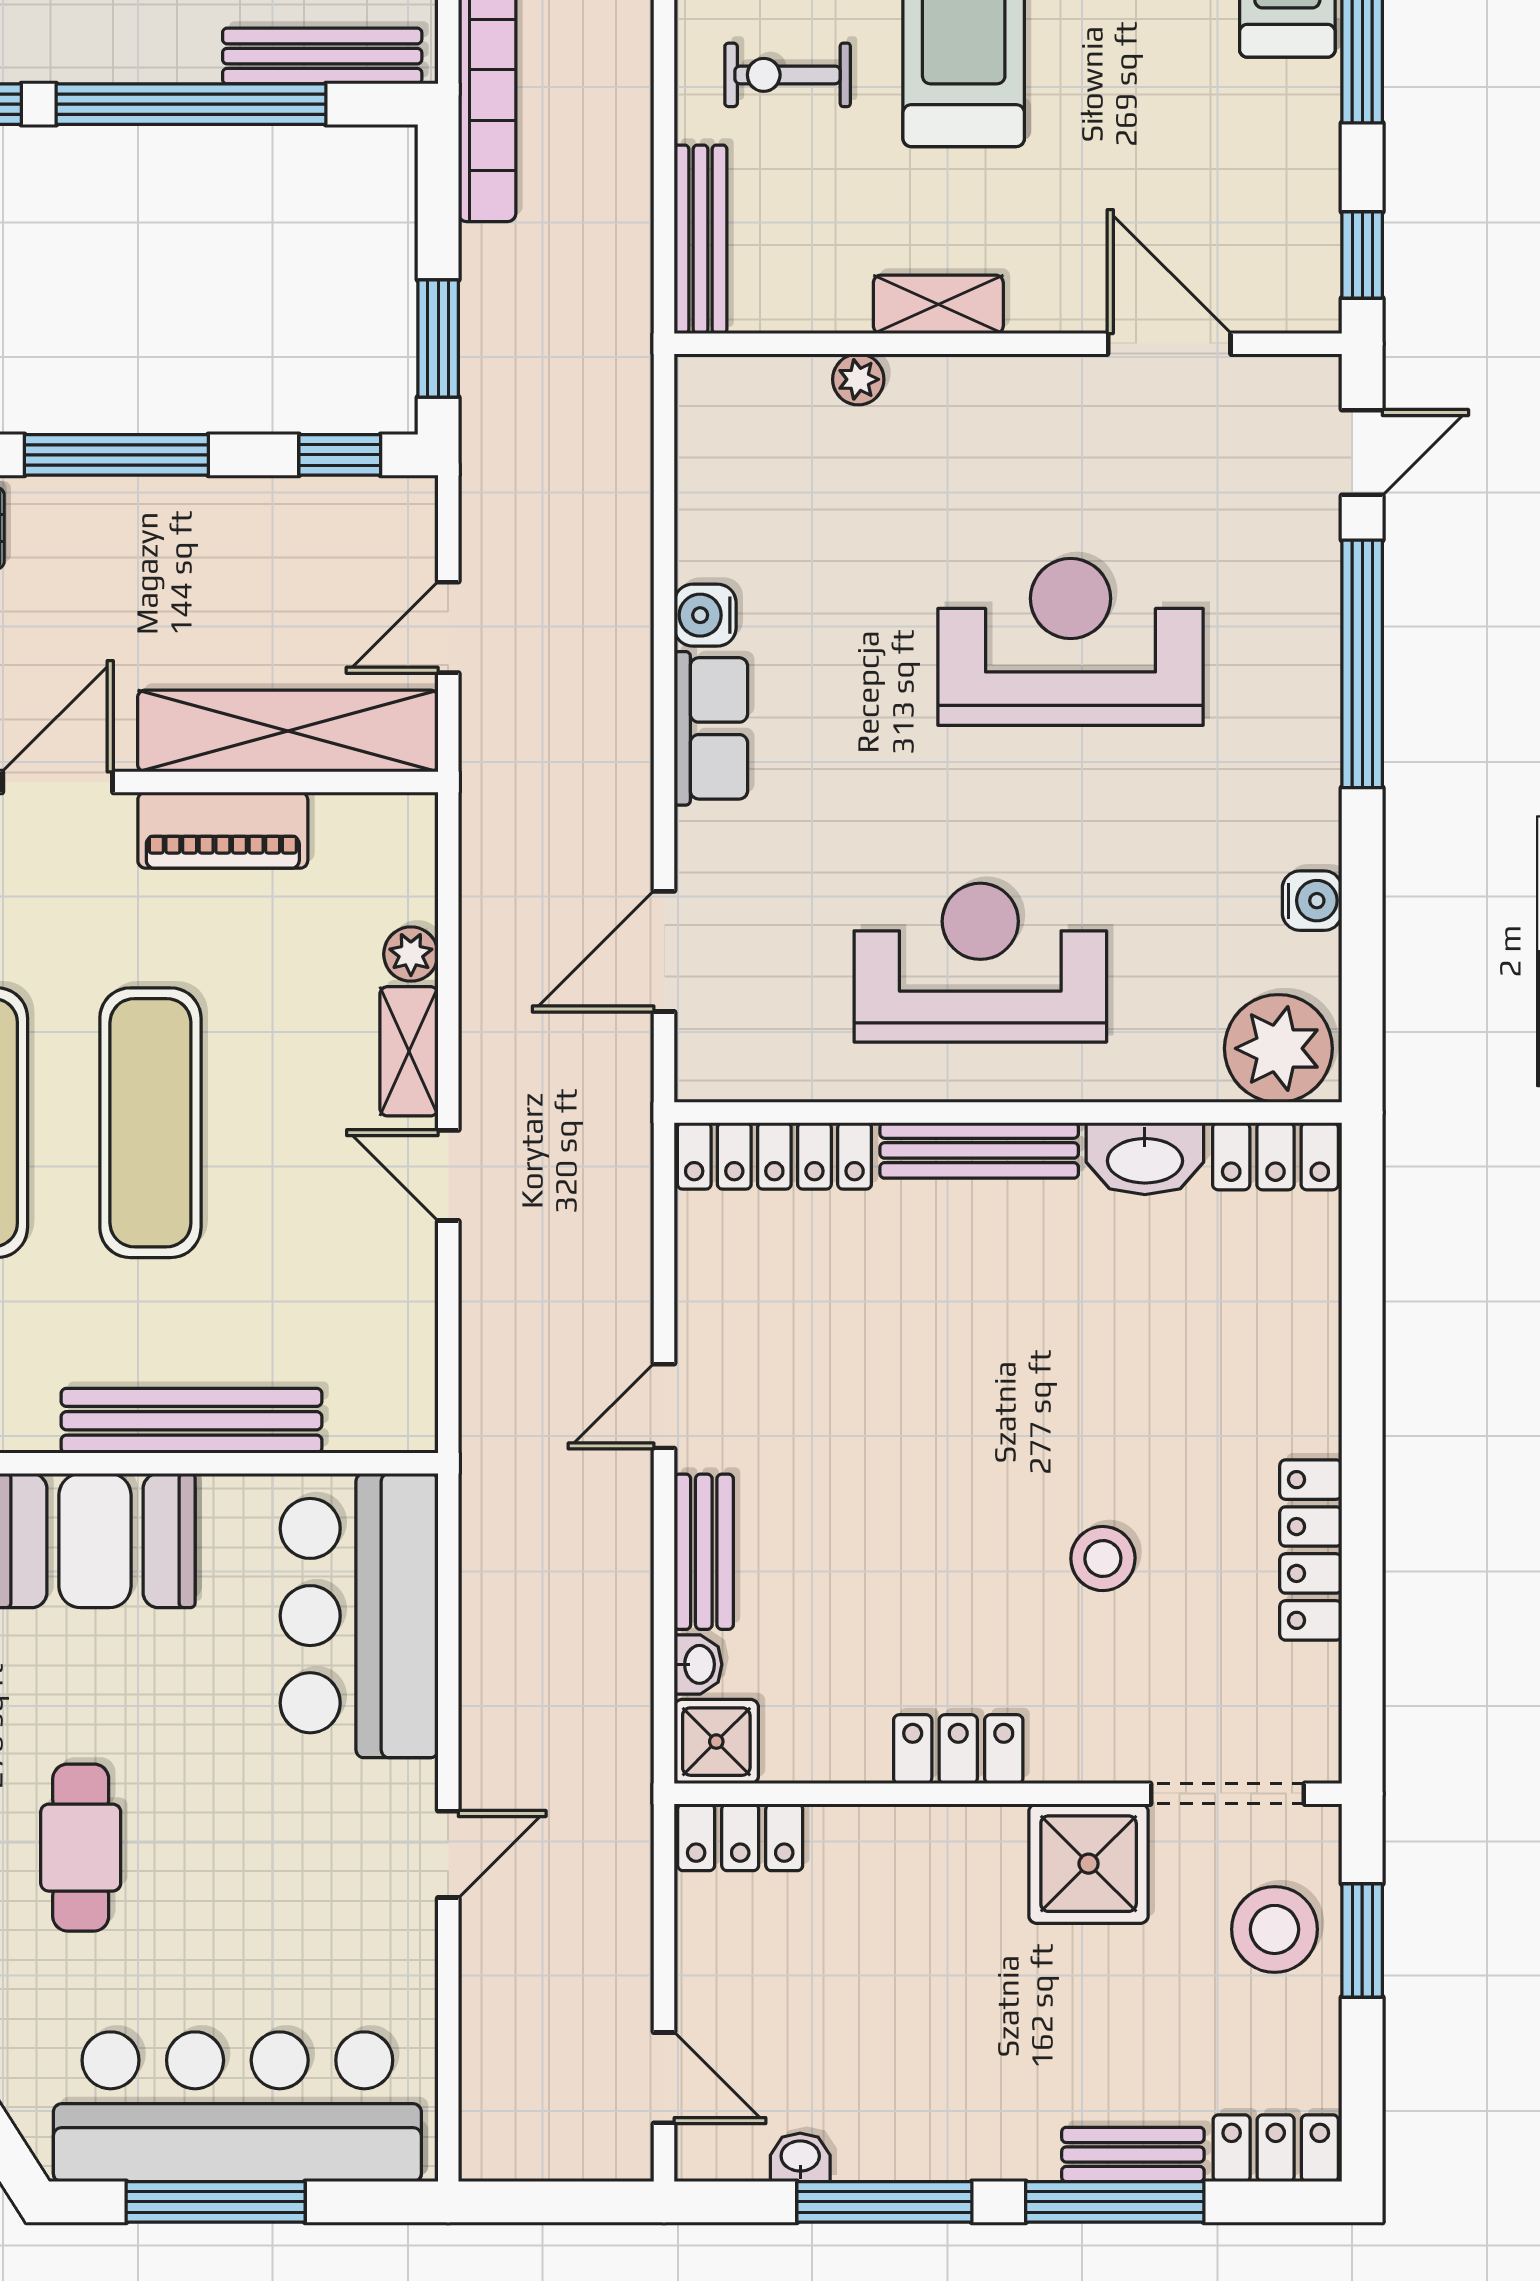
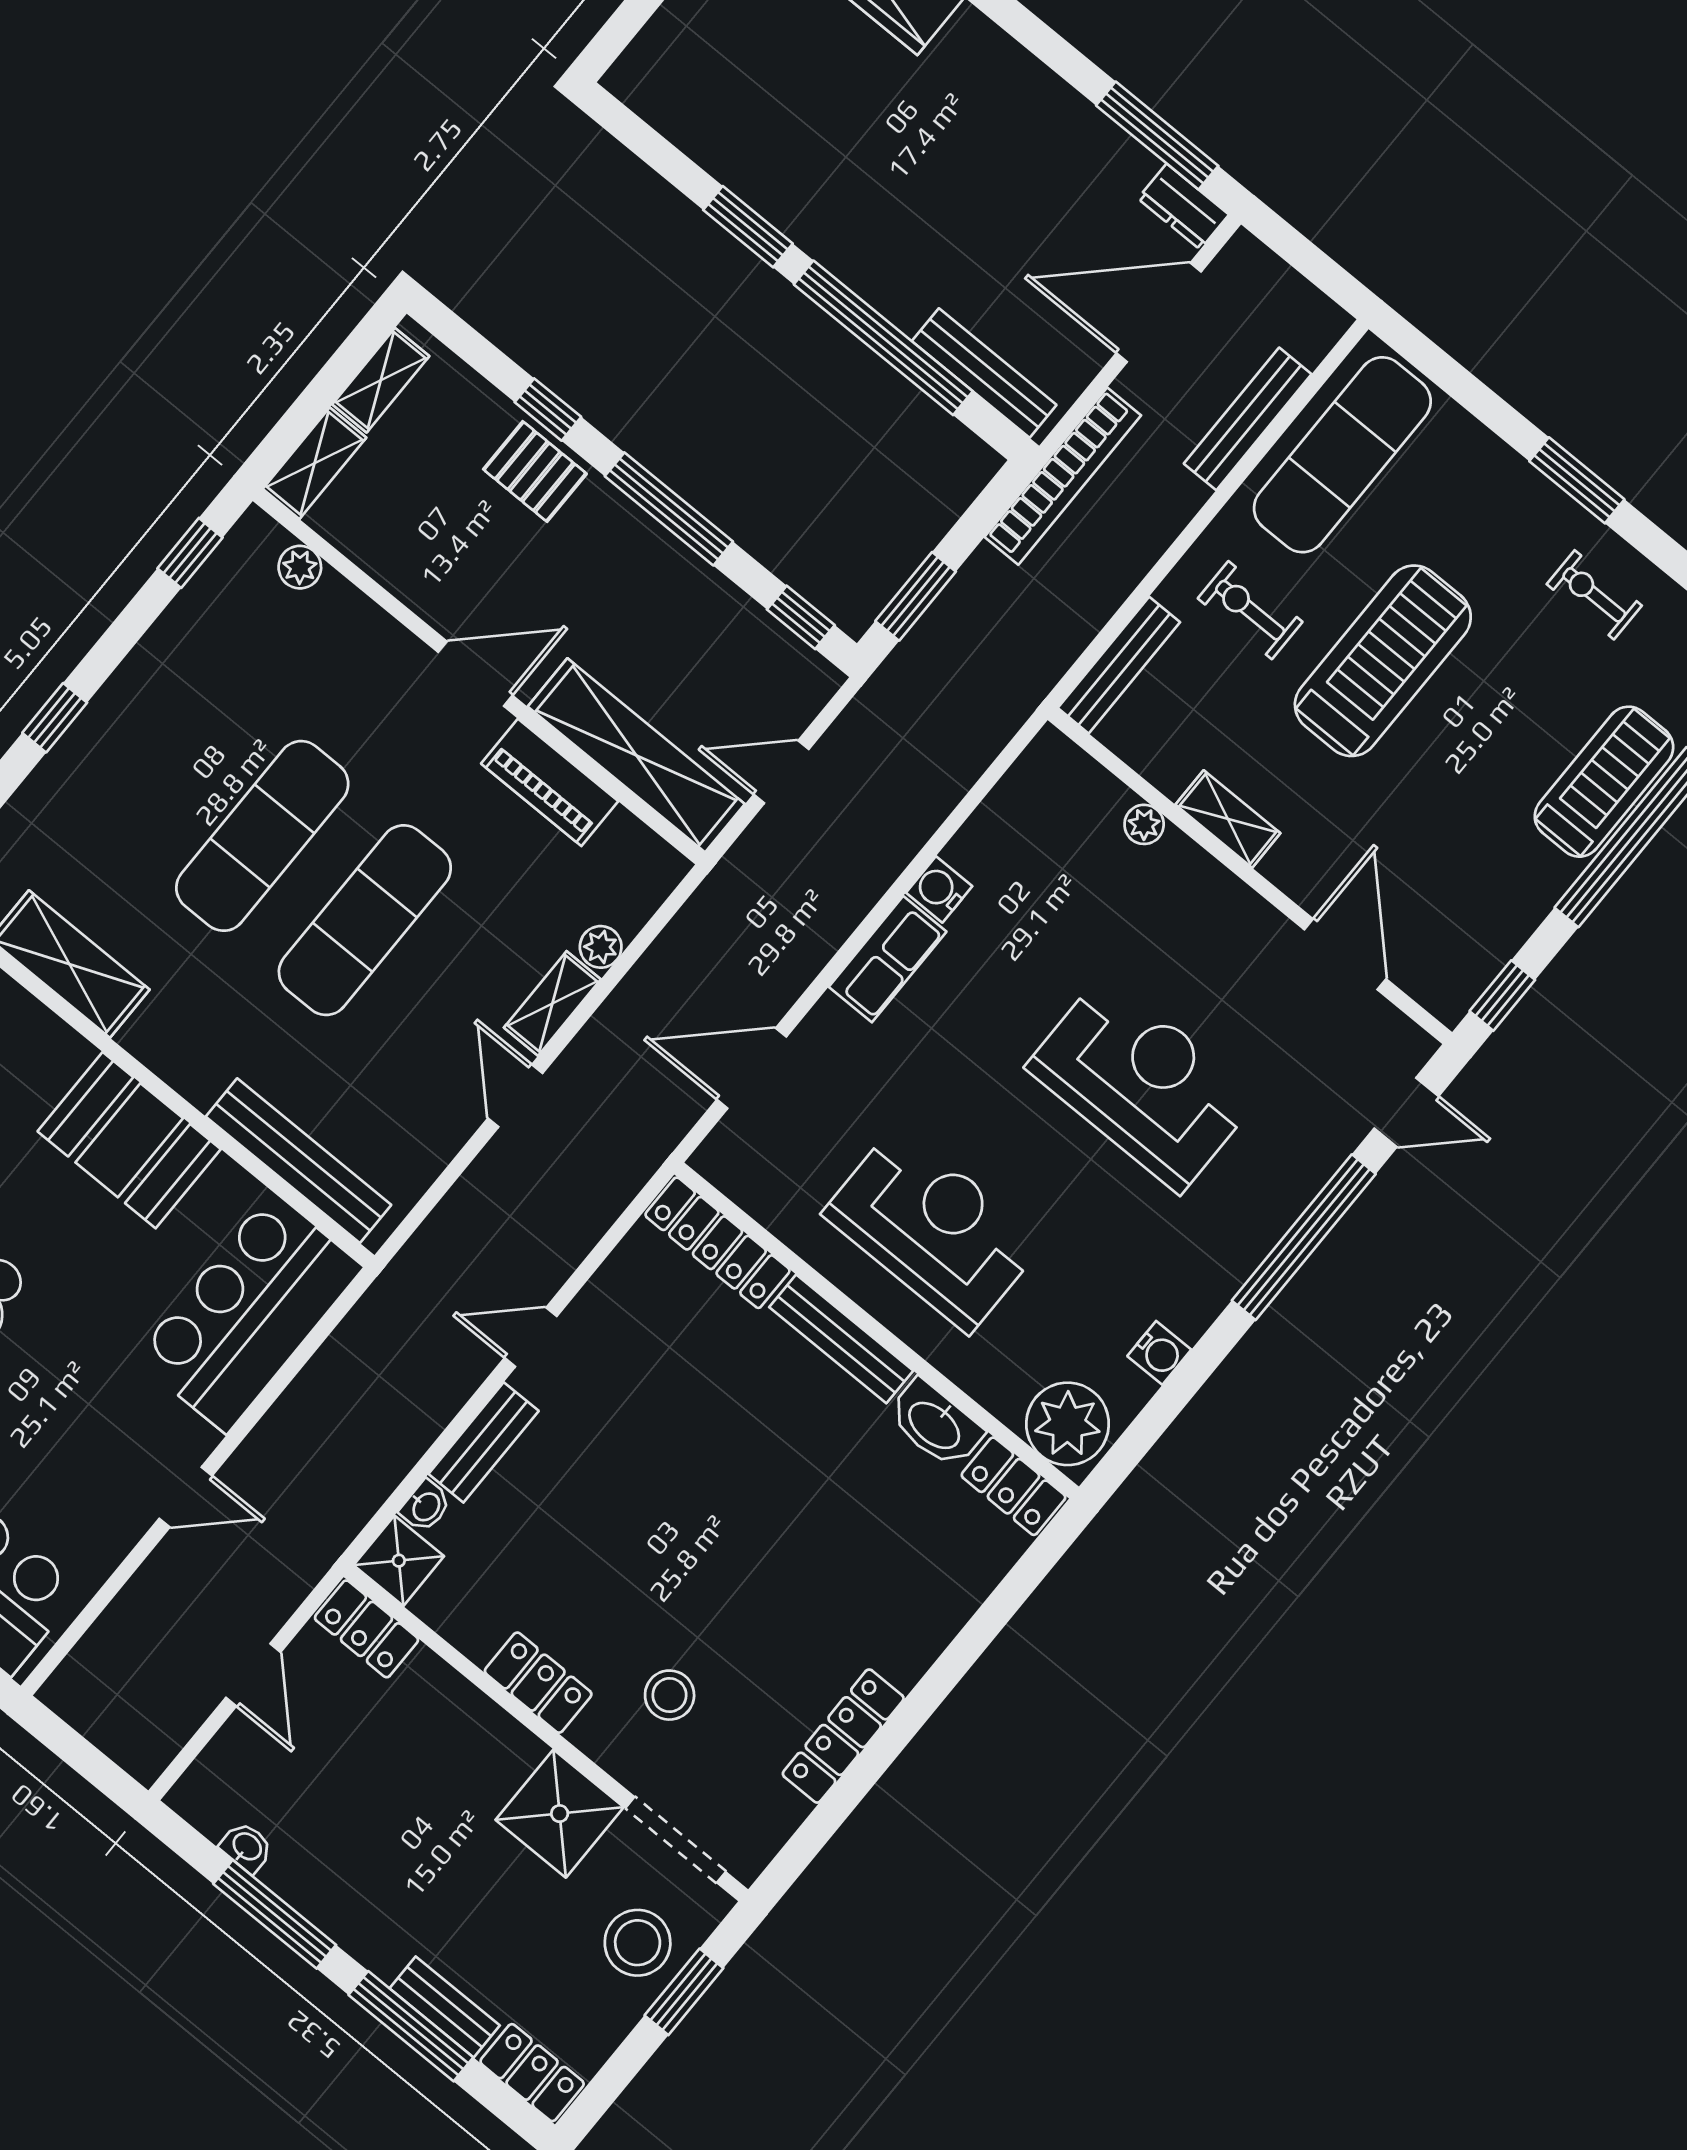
bench: (192, 1421) -> (298, 1161), moved
stool: (1103, 1559) -> (670, 1695), moved
door: (664, 2078) -> (253, 1675), moved

